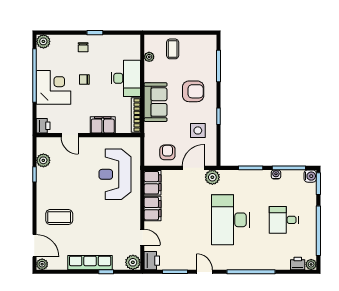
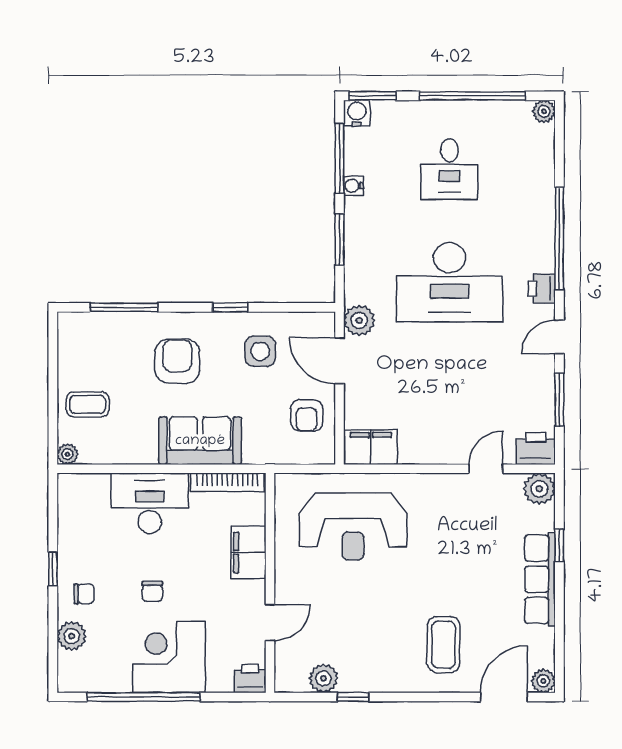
plant: (43, 41) -> (72, 636), moved
plant: (149, 57) -> (67, 454), moved
armchair: (167, 152) -> (307, 415), turned -90
filing cabinet: (153, 209) -> (426, 447), removed
printer: (298, 263) -> (542, 289), moved

